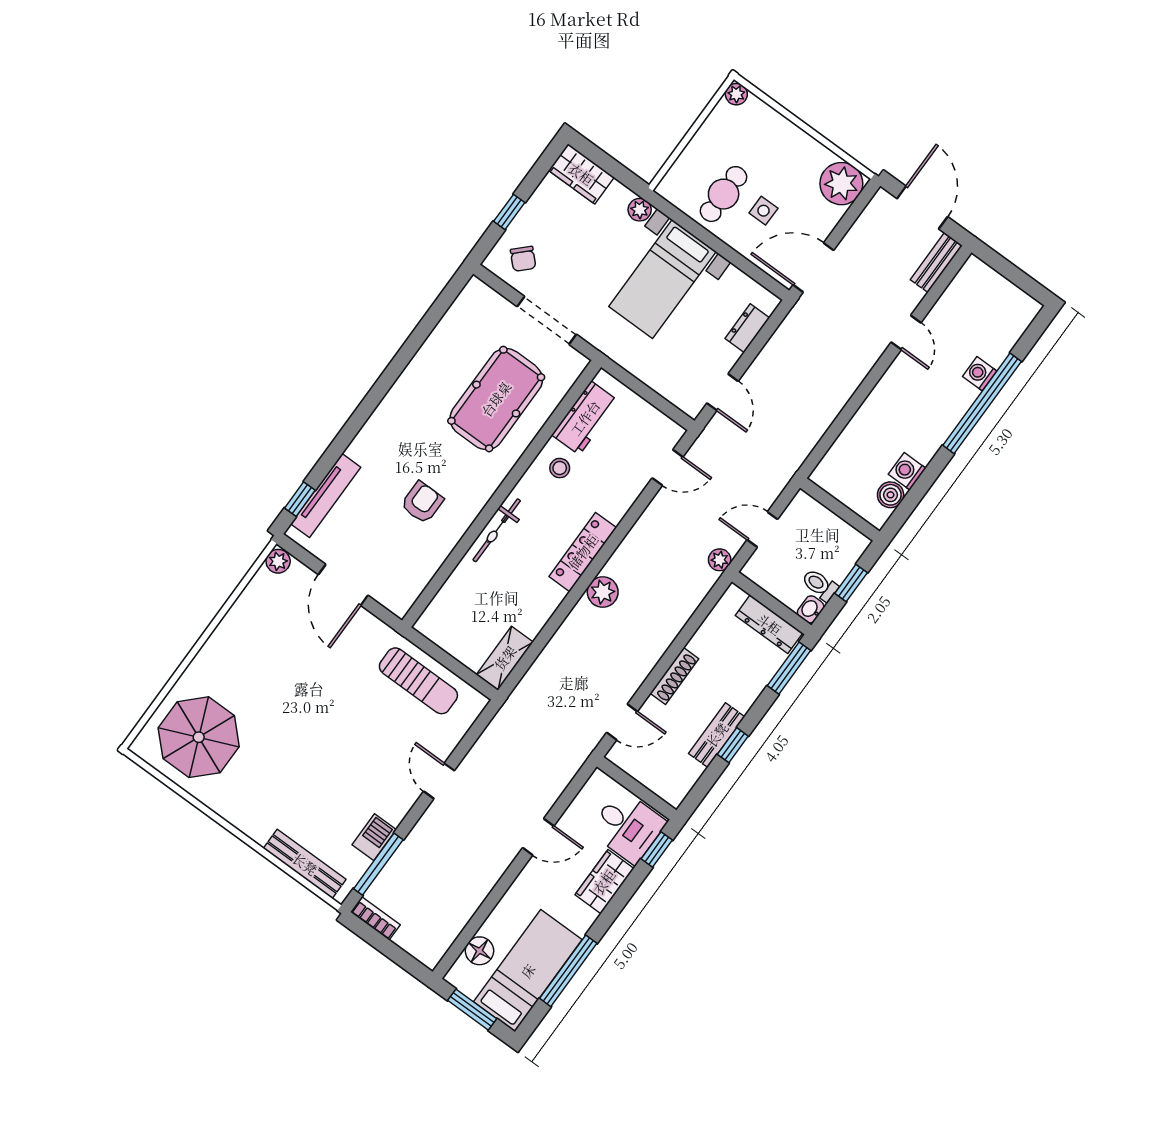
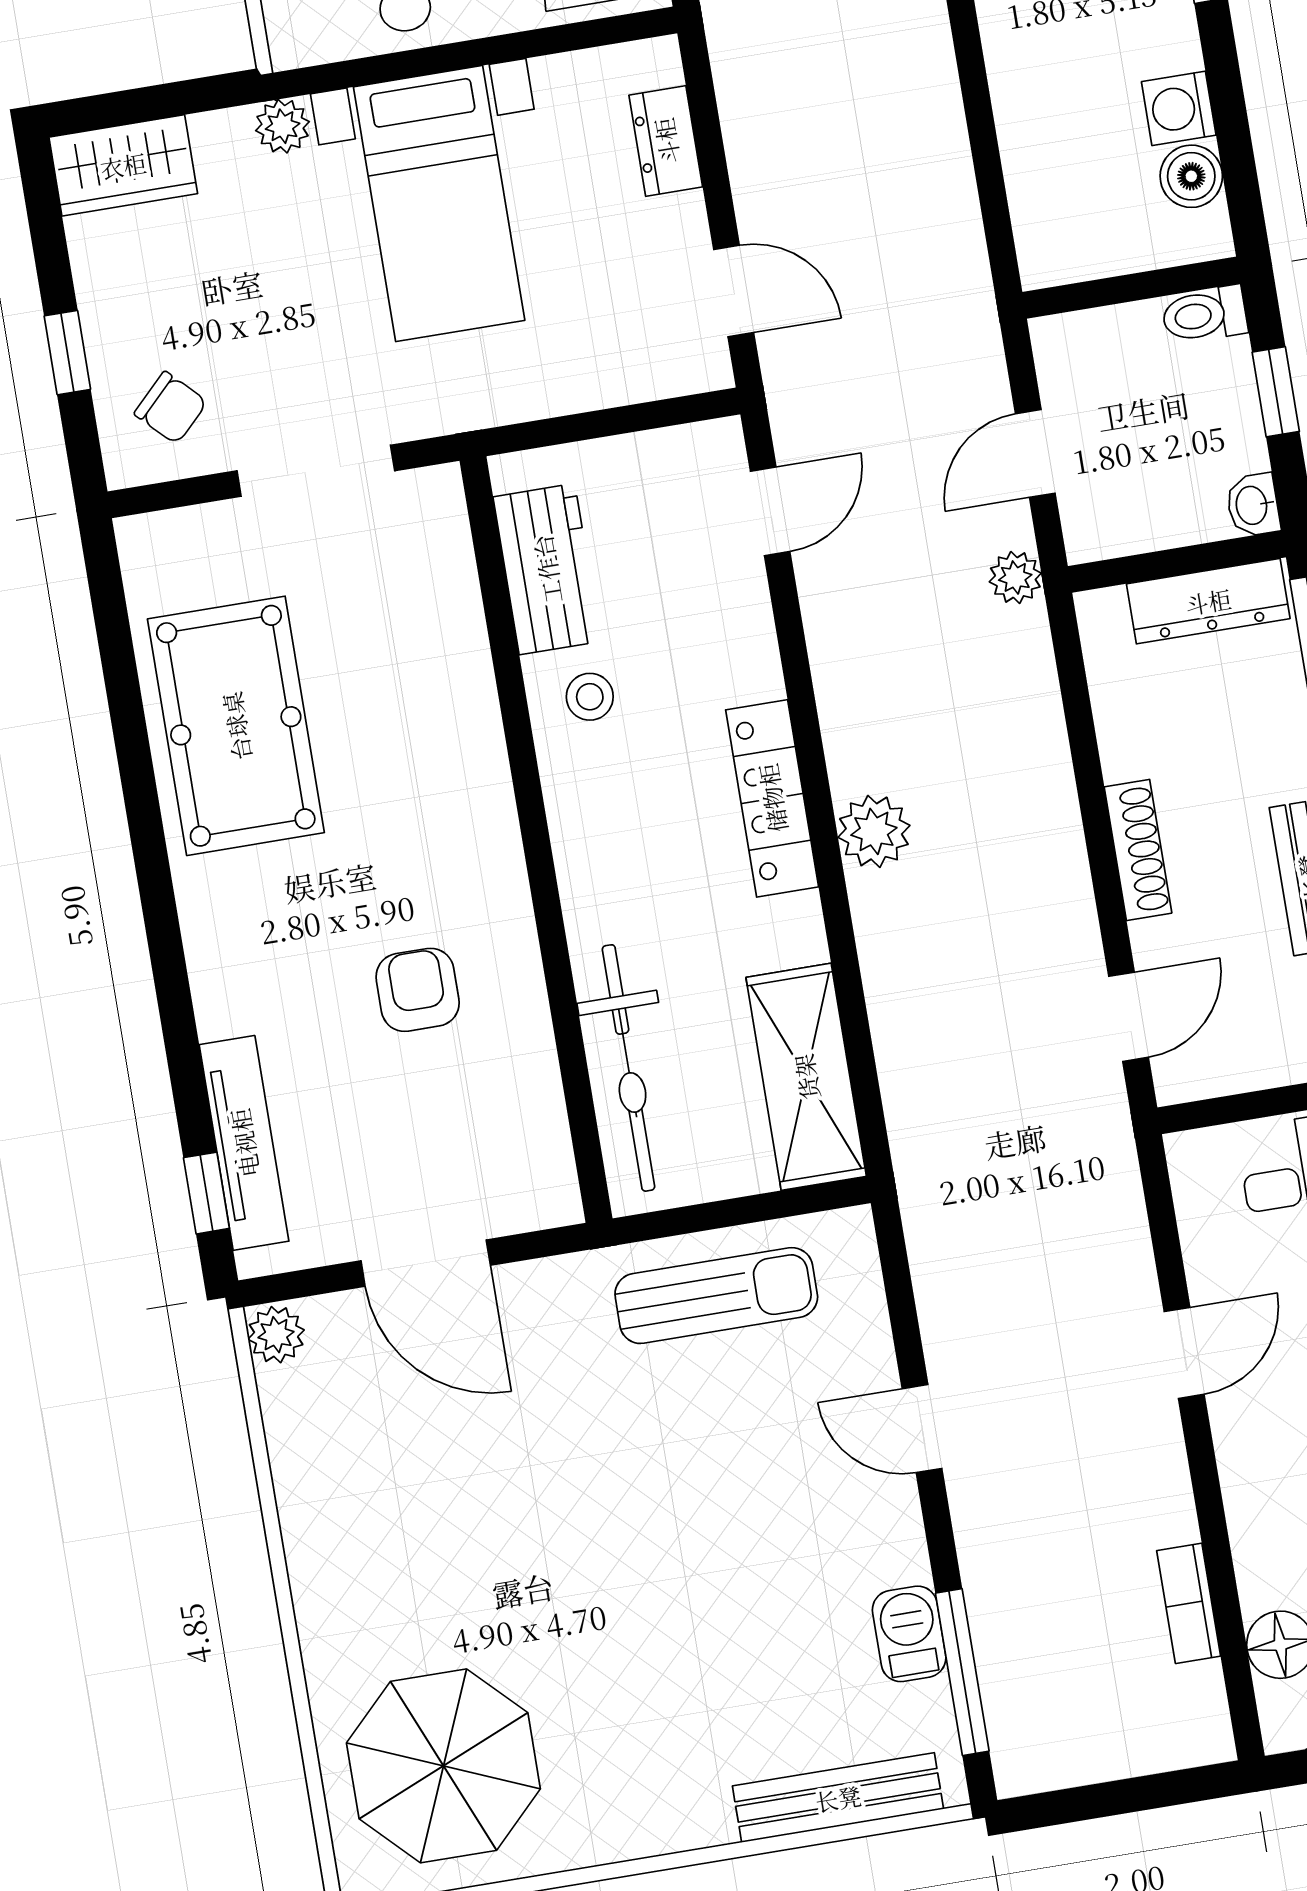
pool table: (496, 399) -> (236, 726), moved
bicycle: (497, 530) -> (628, 1068), moved, width x1.37, depth x1.40
toilet: (820, 585) -> (1204, 315), moved
shelving: (505, 658) -> (806, 1077), width x1.50, depth x1.33
bookcase: (375, 918) -> (1189, 1603), moved, turned -90

